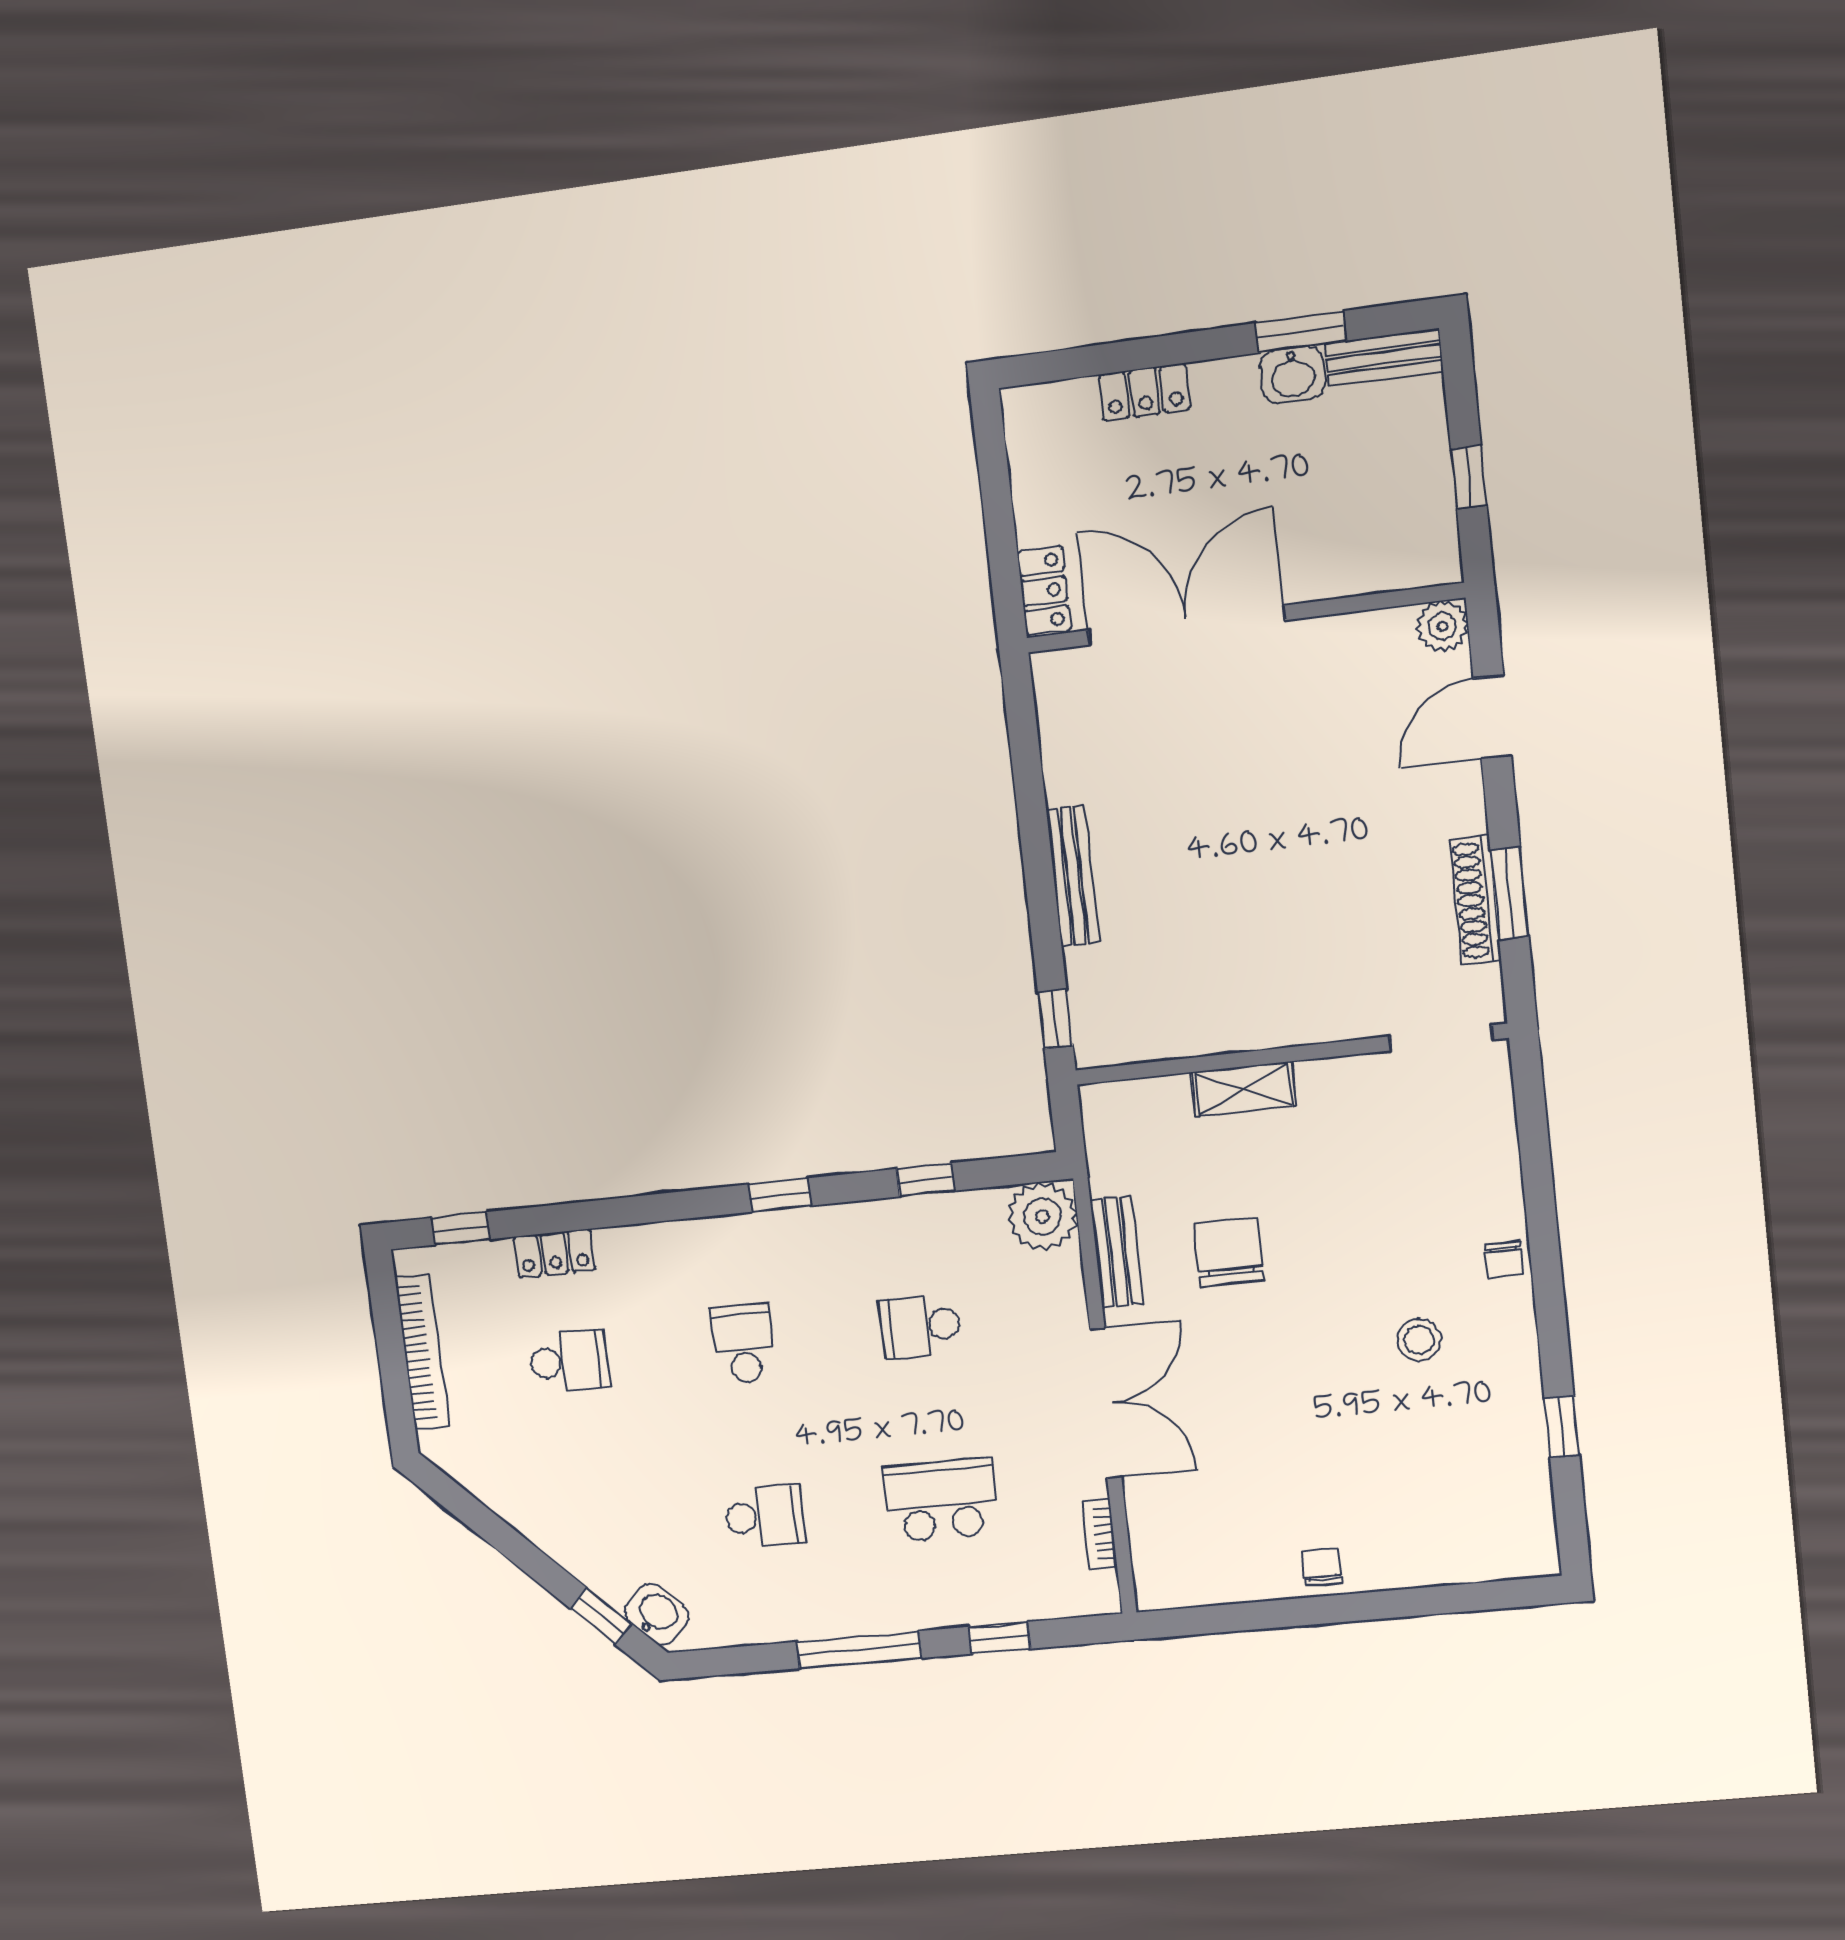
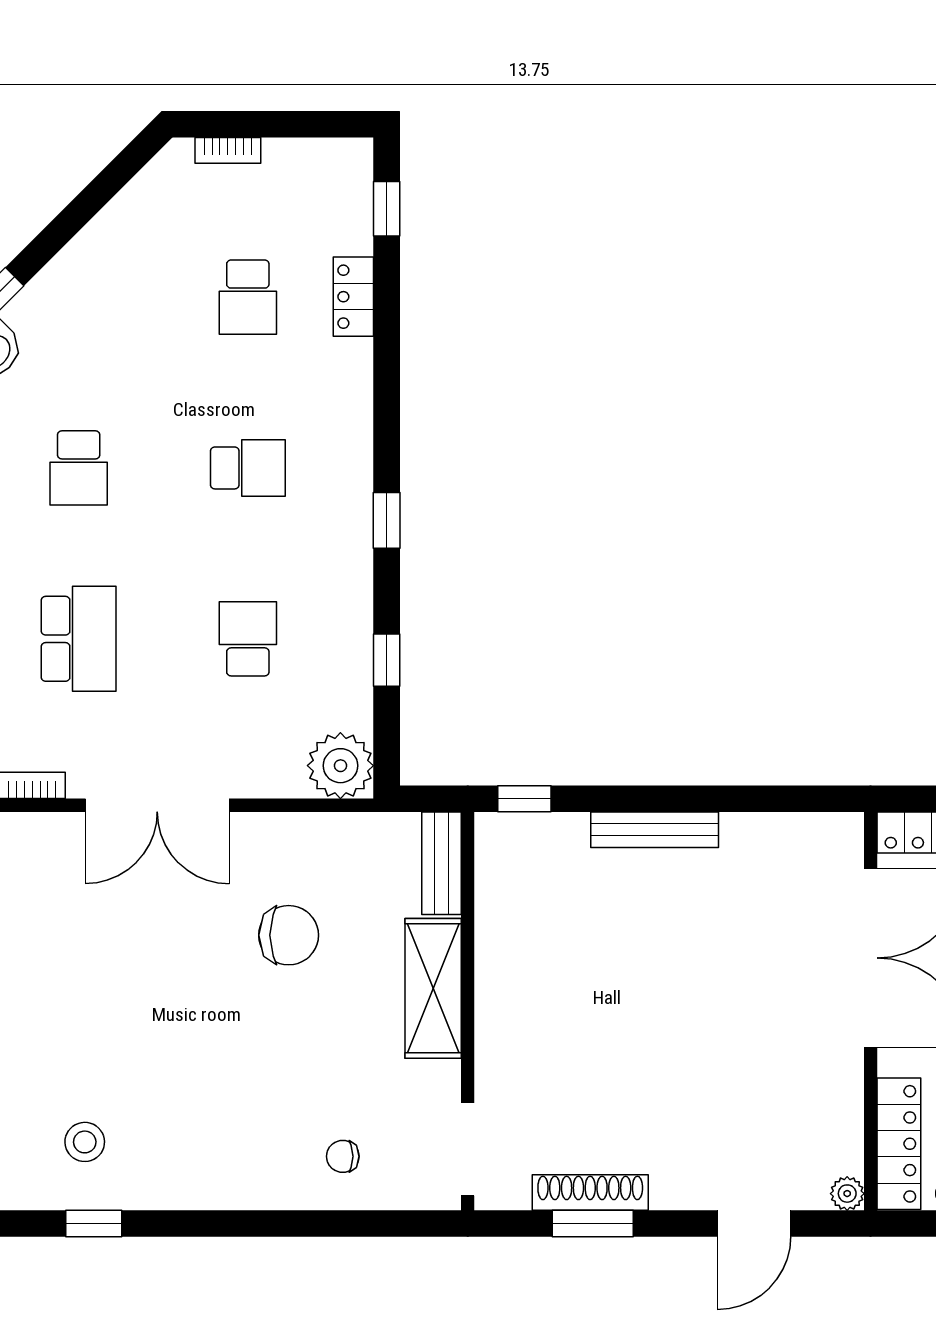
locker: (1388, 568) -> (899, 1144), added
plant: (1442, 626) -> (847, 1194), width x0.73, depth x0.73
door: (1492, 717) -> (754, 1224), swing flipped
shelving: (1244, 1089) -> (433, 988), width x1.50, depth x1.33
bench: (1117, 1252) -> (441, 863), moved, turned 90
chair: (1504, 1259) -> (343, 1156), moved
stool: (1419, 1340) -> (85, 1142), moved
bookcase: (422, 1352) -> (228, 150), width x0.43, depth x0.76

